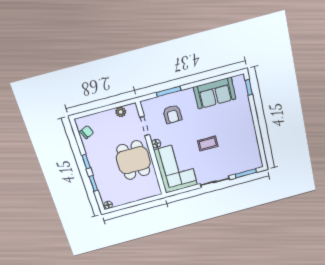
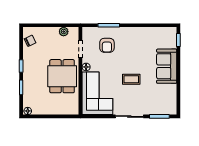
sofa: (215, 93) -> (167, 66), moved, turned 90

